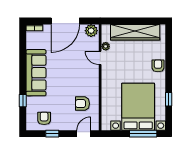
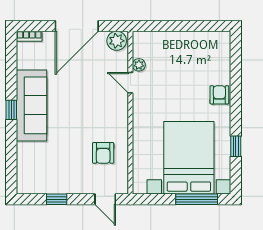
wardrobe: (135, 32) -> (184, 43), removed
window: (23, 101) -> (11, 110), moved
armchair: (82, 104) -> (103, 153), turned -90
armchair: (44, 118) -> (44, 176), removed
door: (84, 134) -> (105, 199), swing flipped

